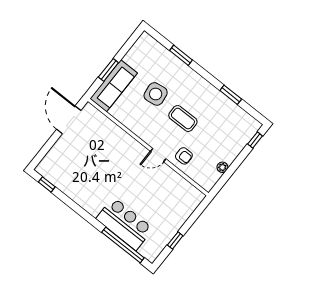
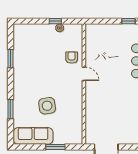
sofa: (114, 86) -> (33, 136), moved
coffee table: (183, 119) -> (49, 77), removed
window: (255, 140) -> (55, 21), moved

